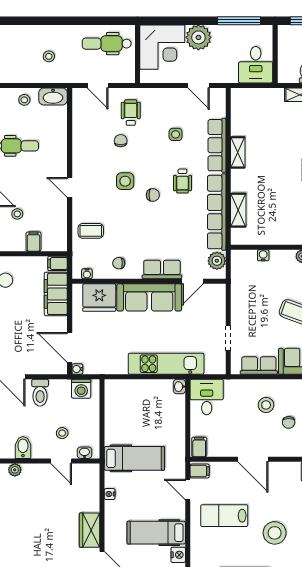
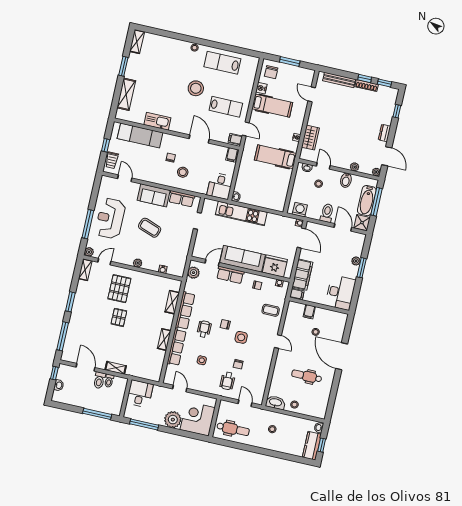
row of seats: (217, 212) -> (185, 311), width x0.73
wardrobe: (89, 530) -> (310, 138), moved

